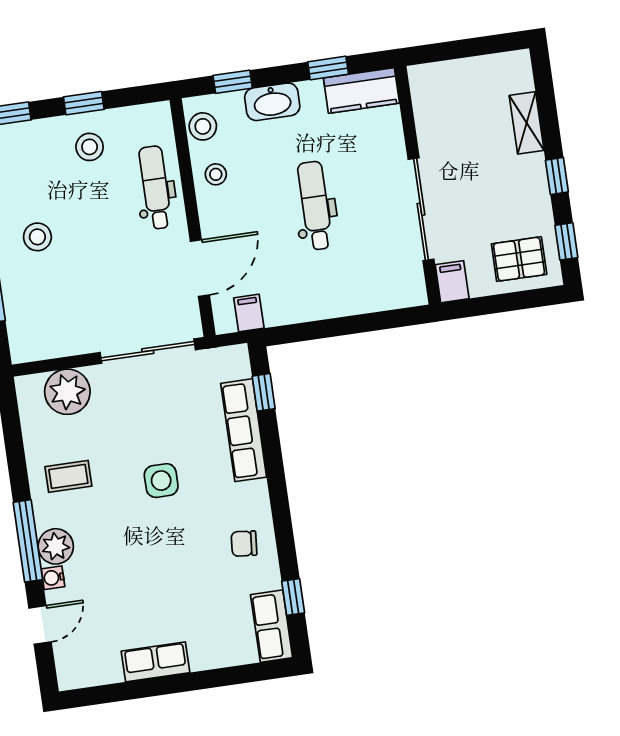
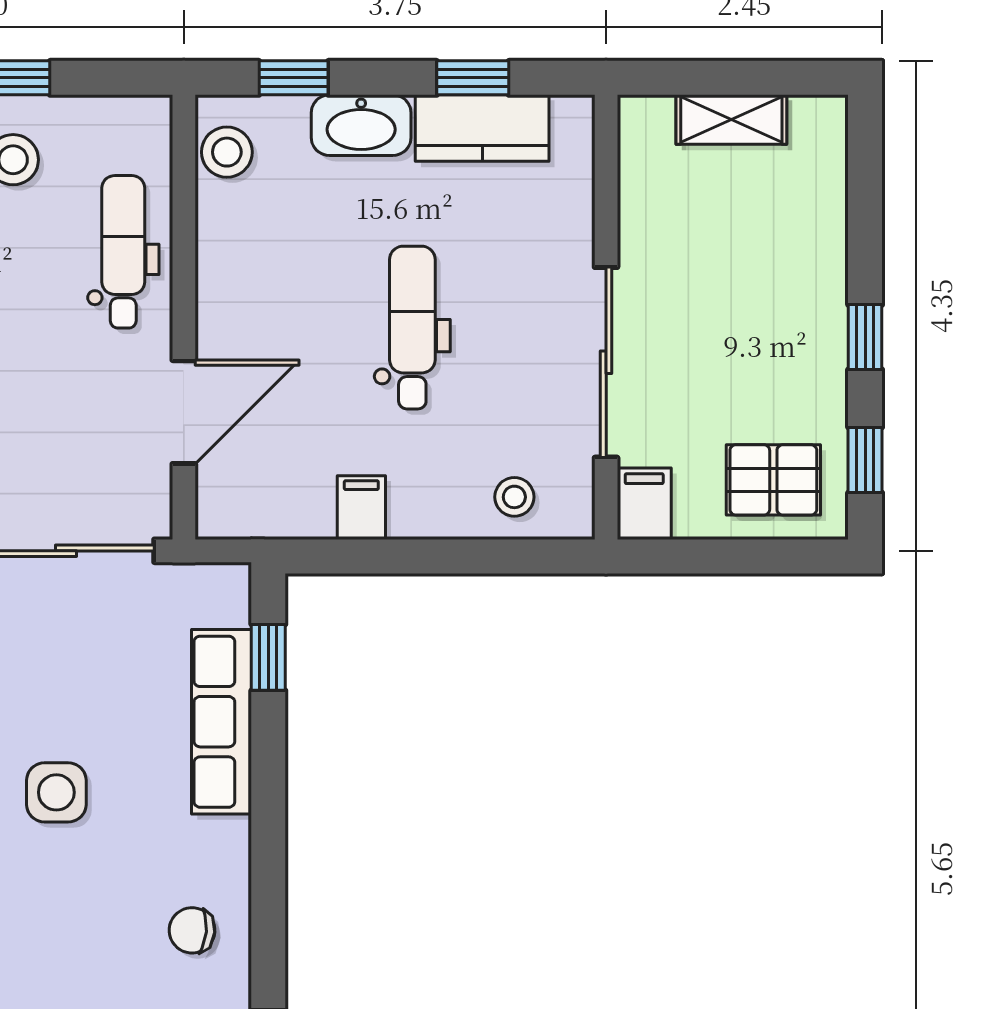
kitchen counter: (361, 90) -> (482, 128), moved
shelving: (527, 123) -> (731, 120), moved, turned 90
stool: (216, 174) -> (514, 497), moved
filing cabinet: (249, 313) -> (361, 508), moved

